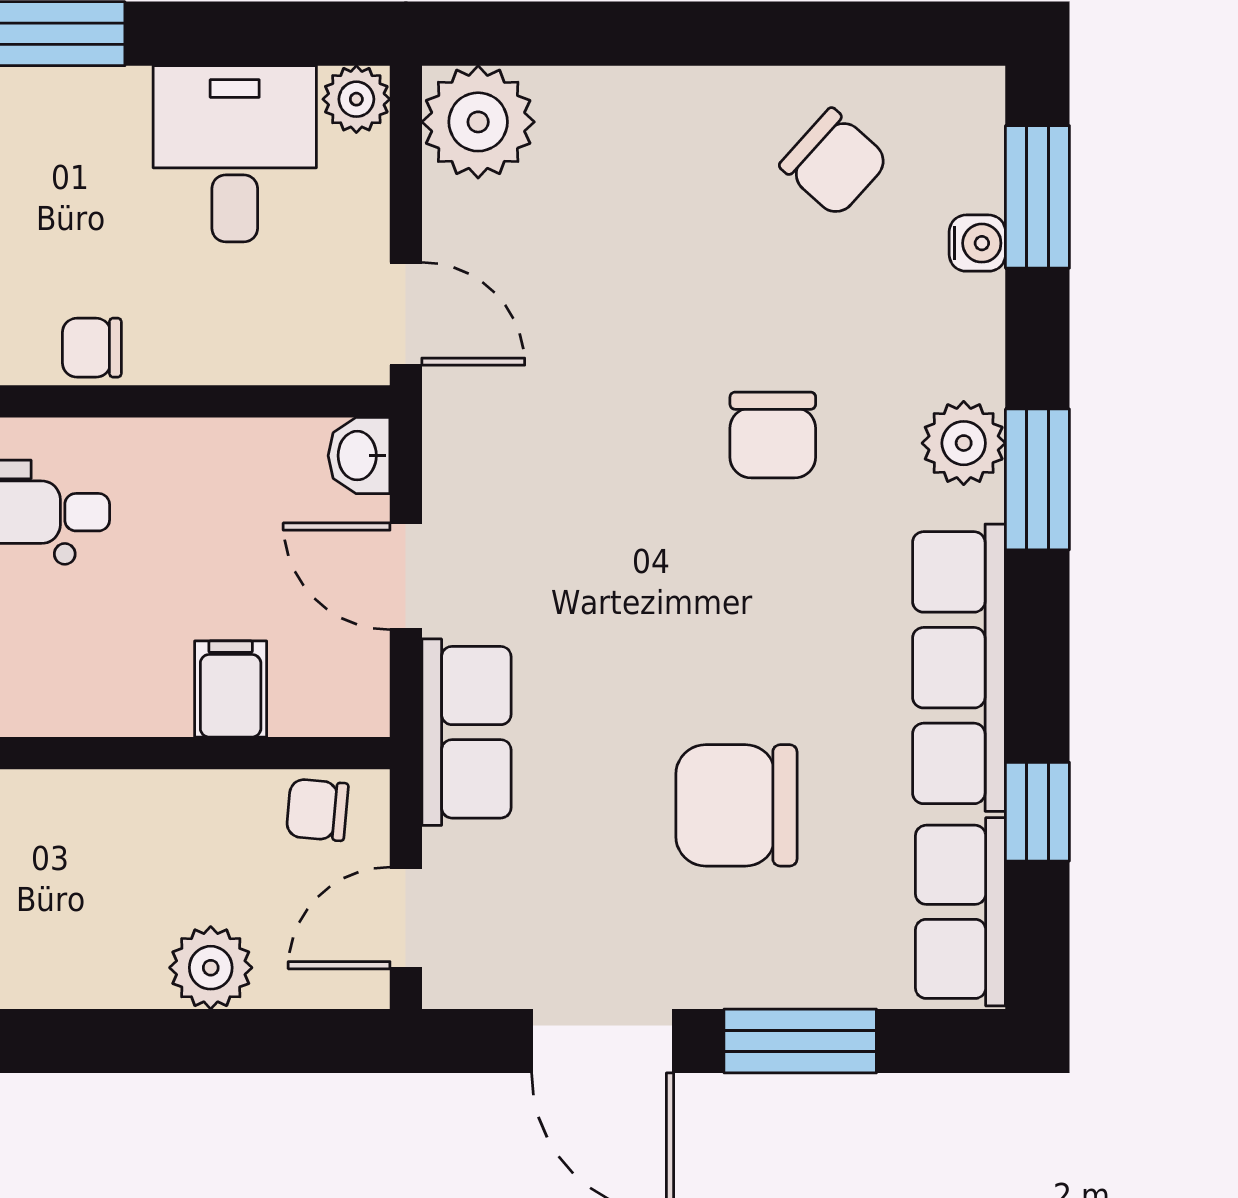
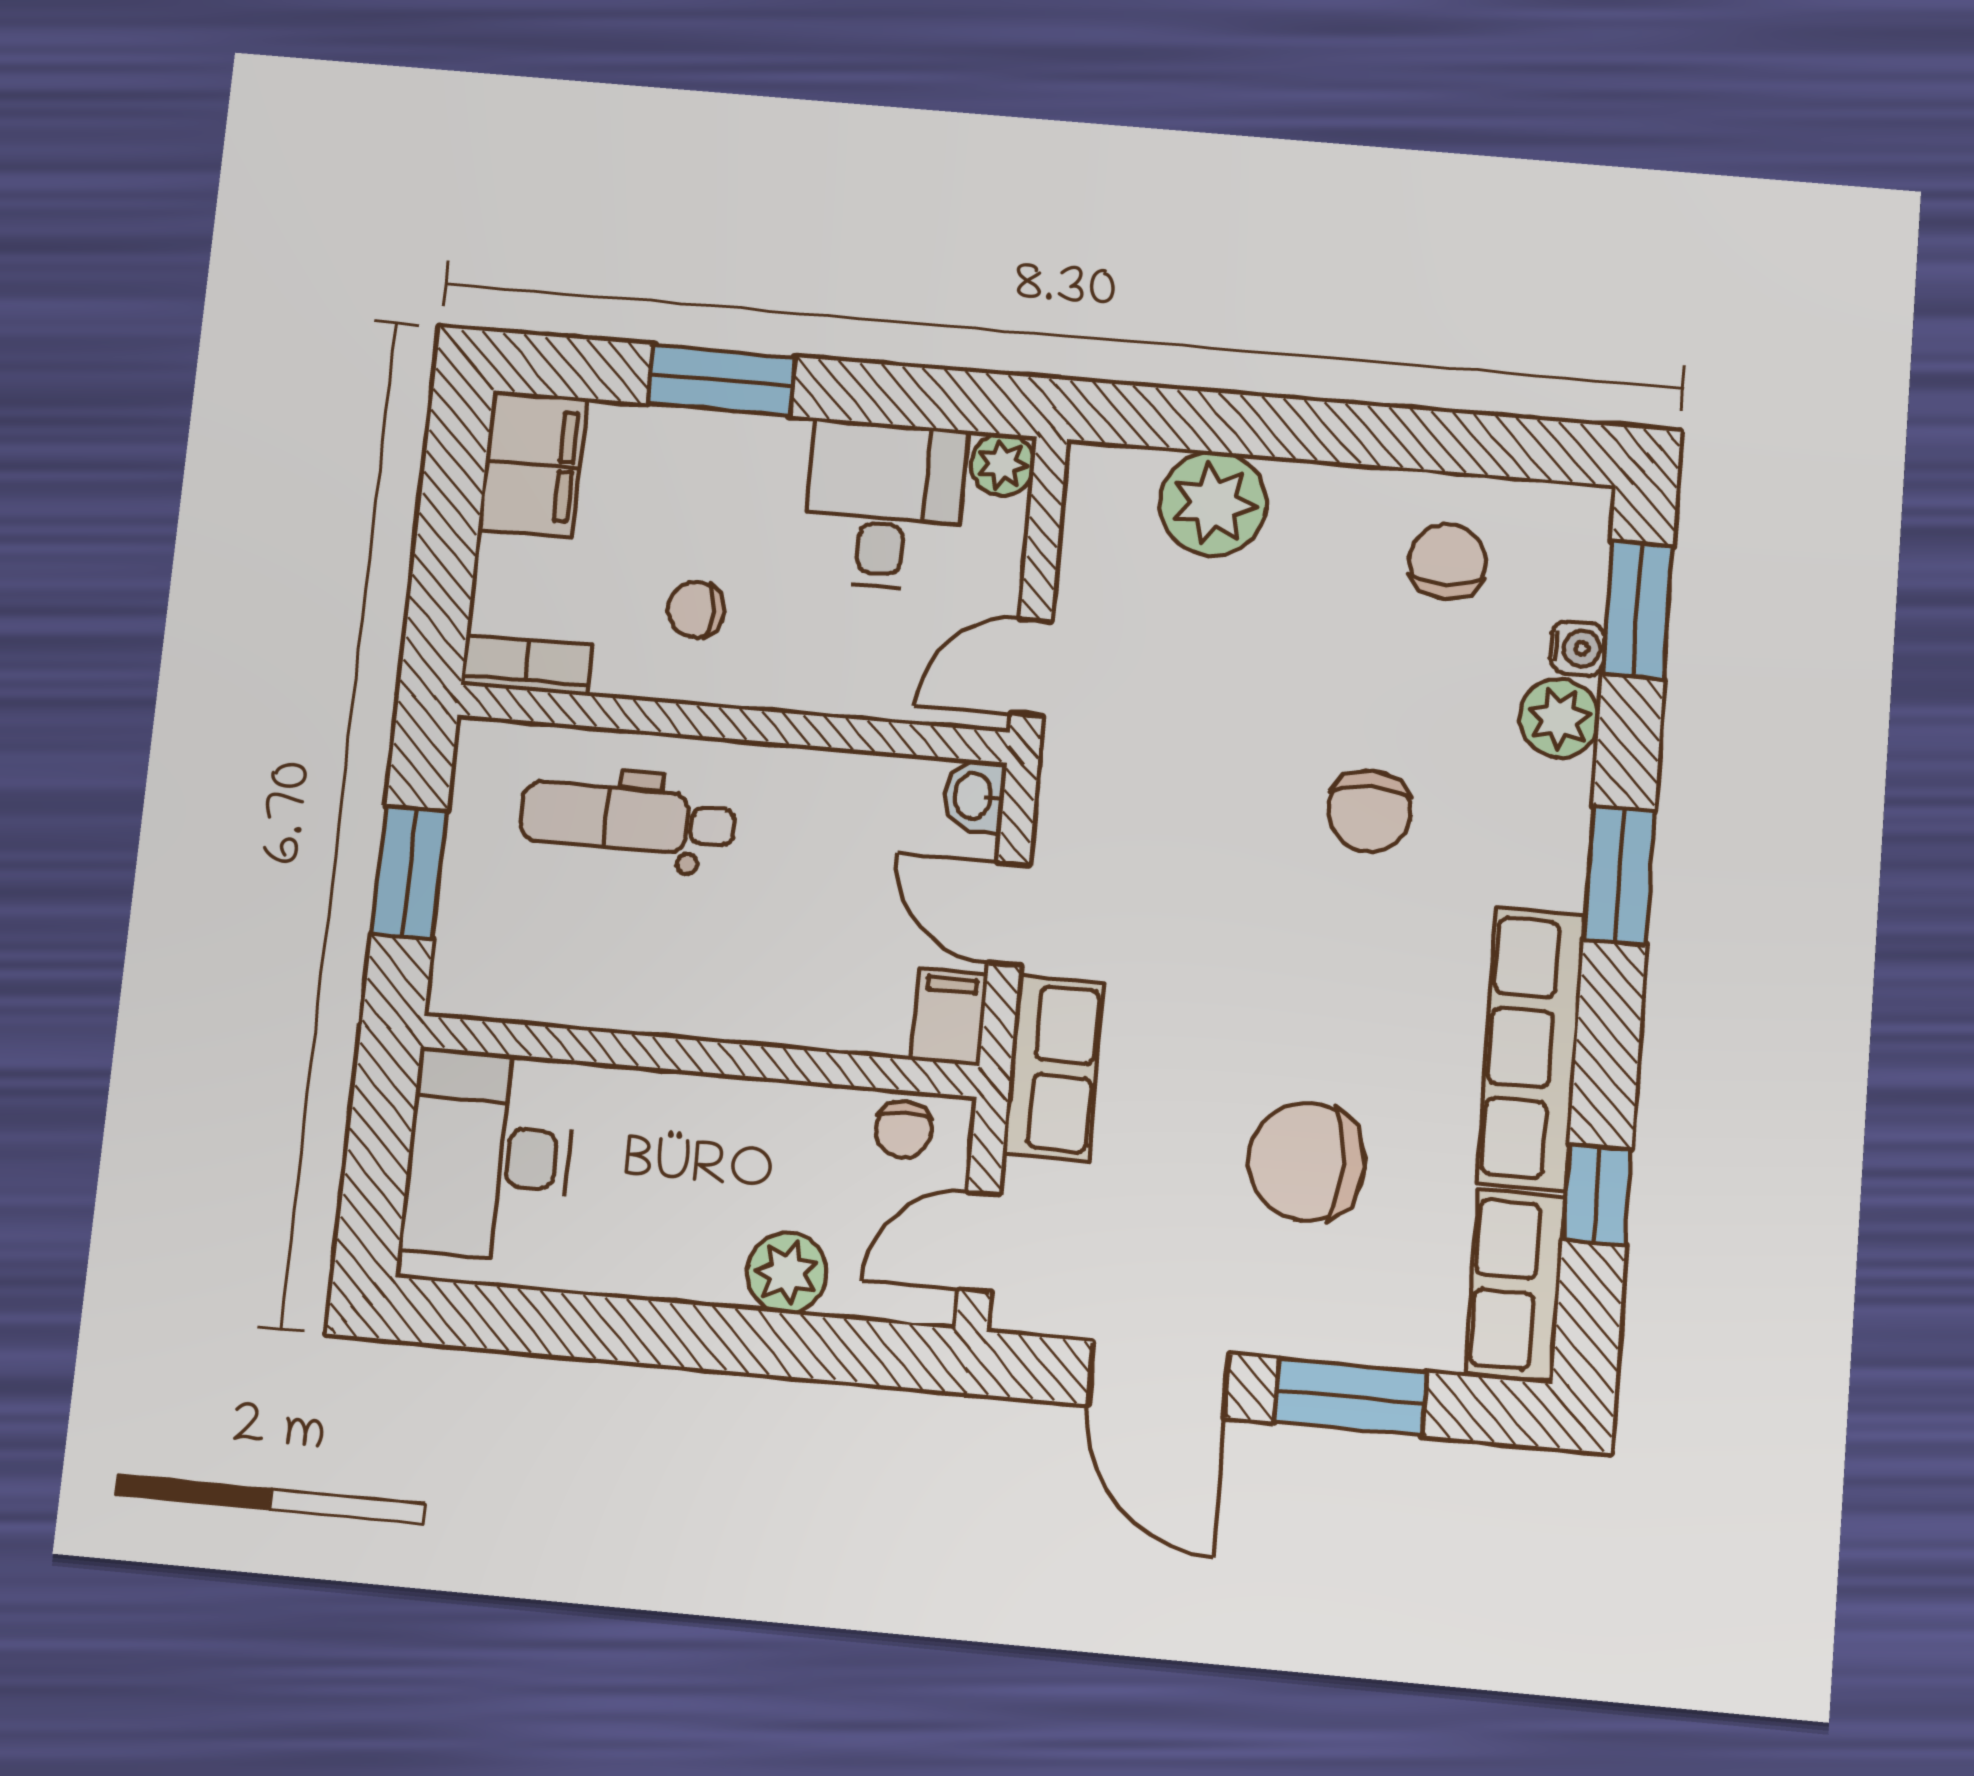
plant: (478, 122) -> (1213, 504), moved
chair: (834, 163) -> (1447, 562), turned -132
door: (406, 314) -> (1031, 667), swing flipped
chair: (92, 348) -> (696, 610), moved
plant: (964, 443) -> (1559, 718), moved
filing cabinet: (231, 689) -> (949, 1017), moved
chair: (317, 810) -> (904, 1130), turned -95

